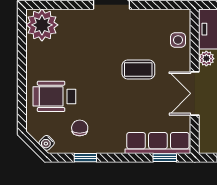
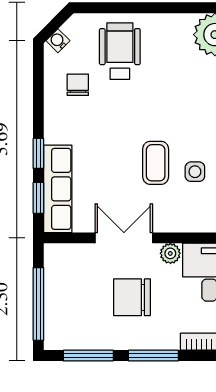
side table: (178, 40) -> (195, 172), moved
chair: (80, 128) -> (78, 85), turned -90
window: (85, 158) -> (38, 153), moved

